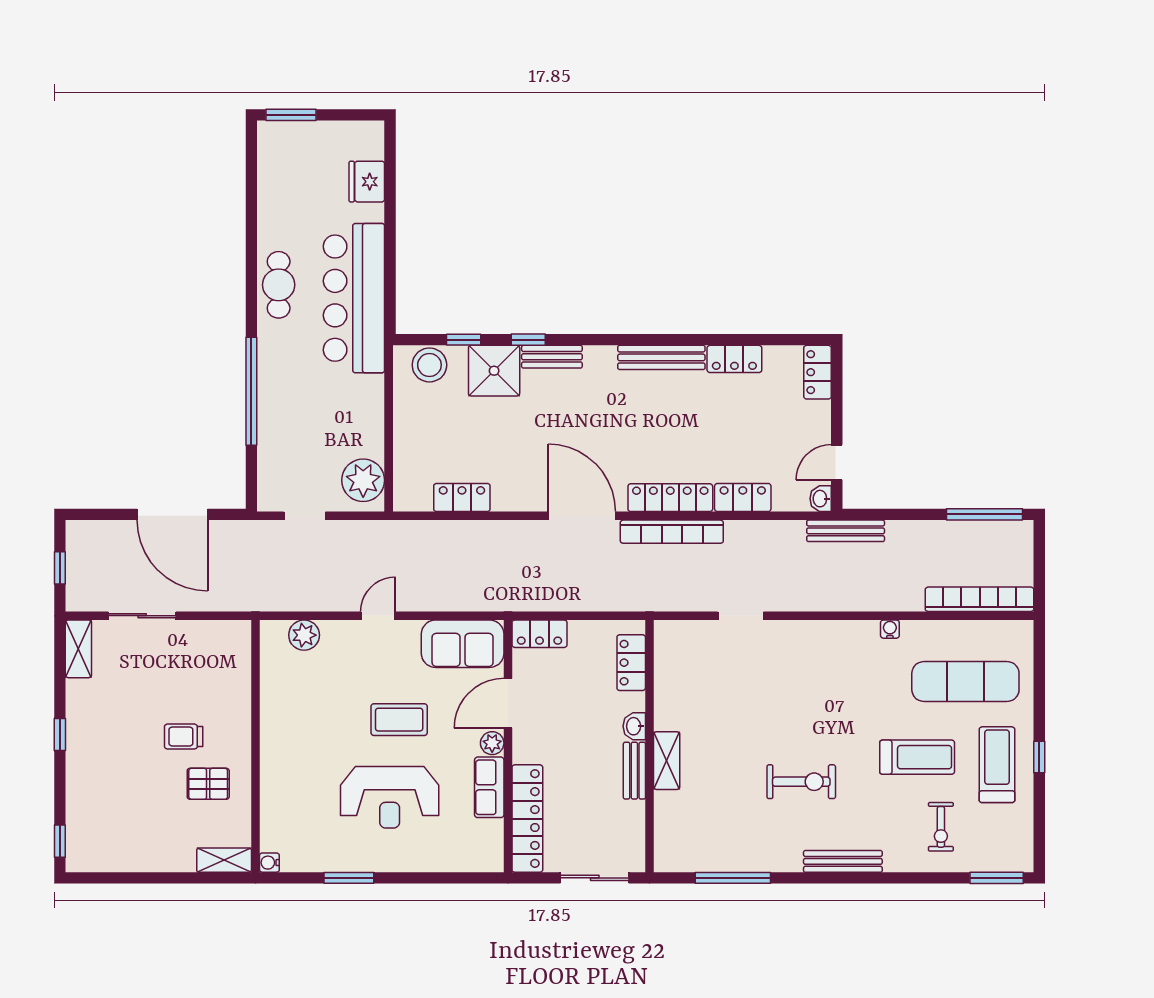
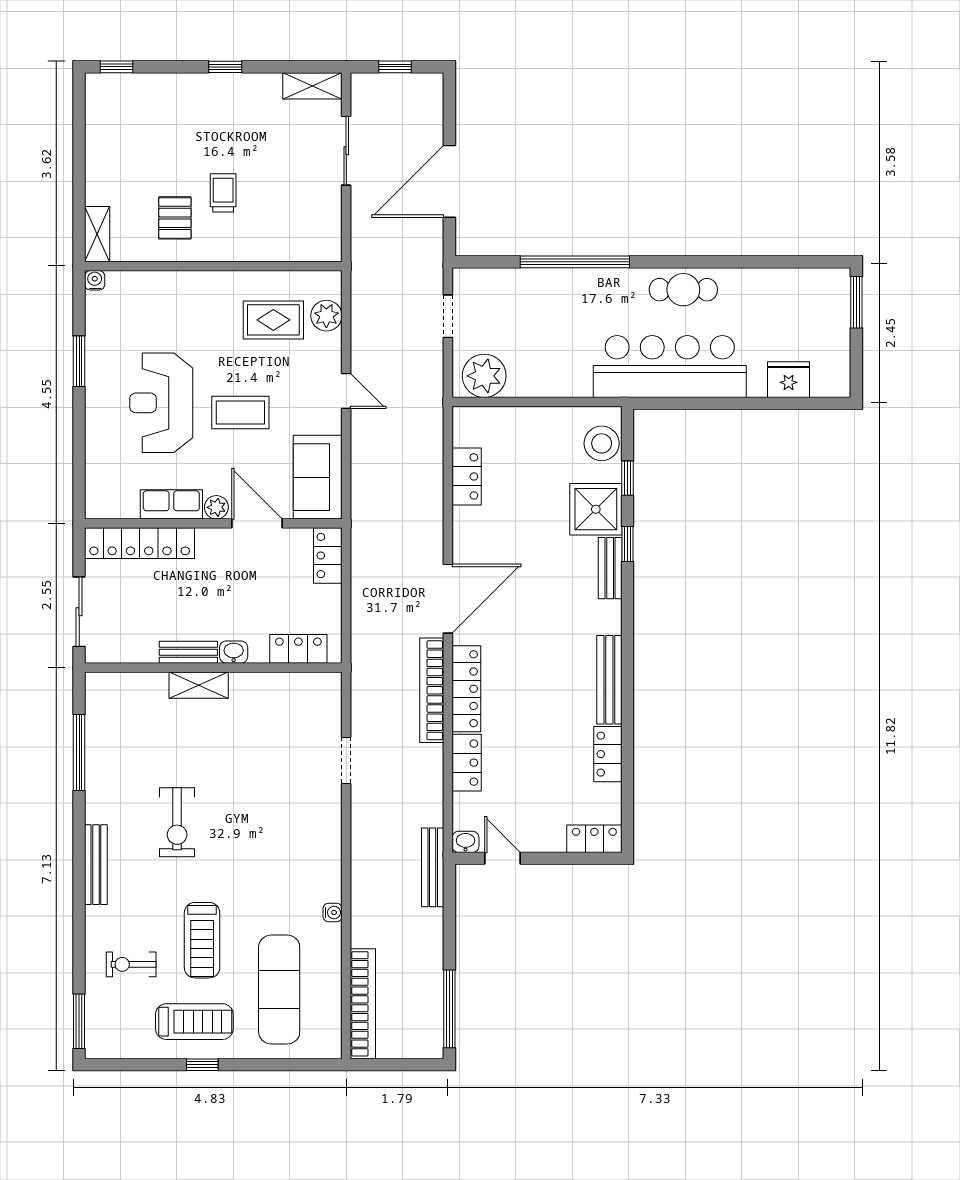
rug: (308, 687) -> (273, 320), added
coffee table: (399, 720) -> (240, 412), turned 90

